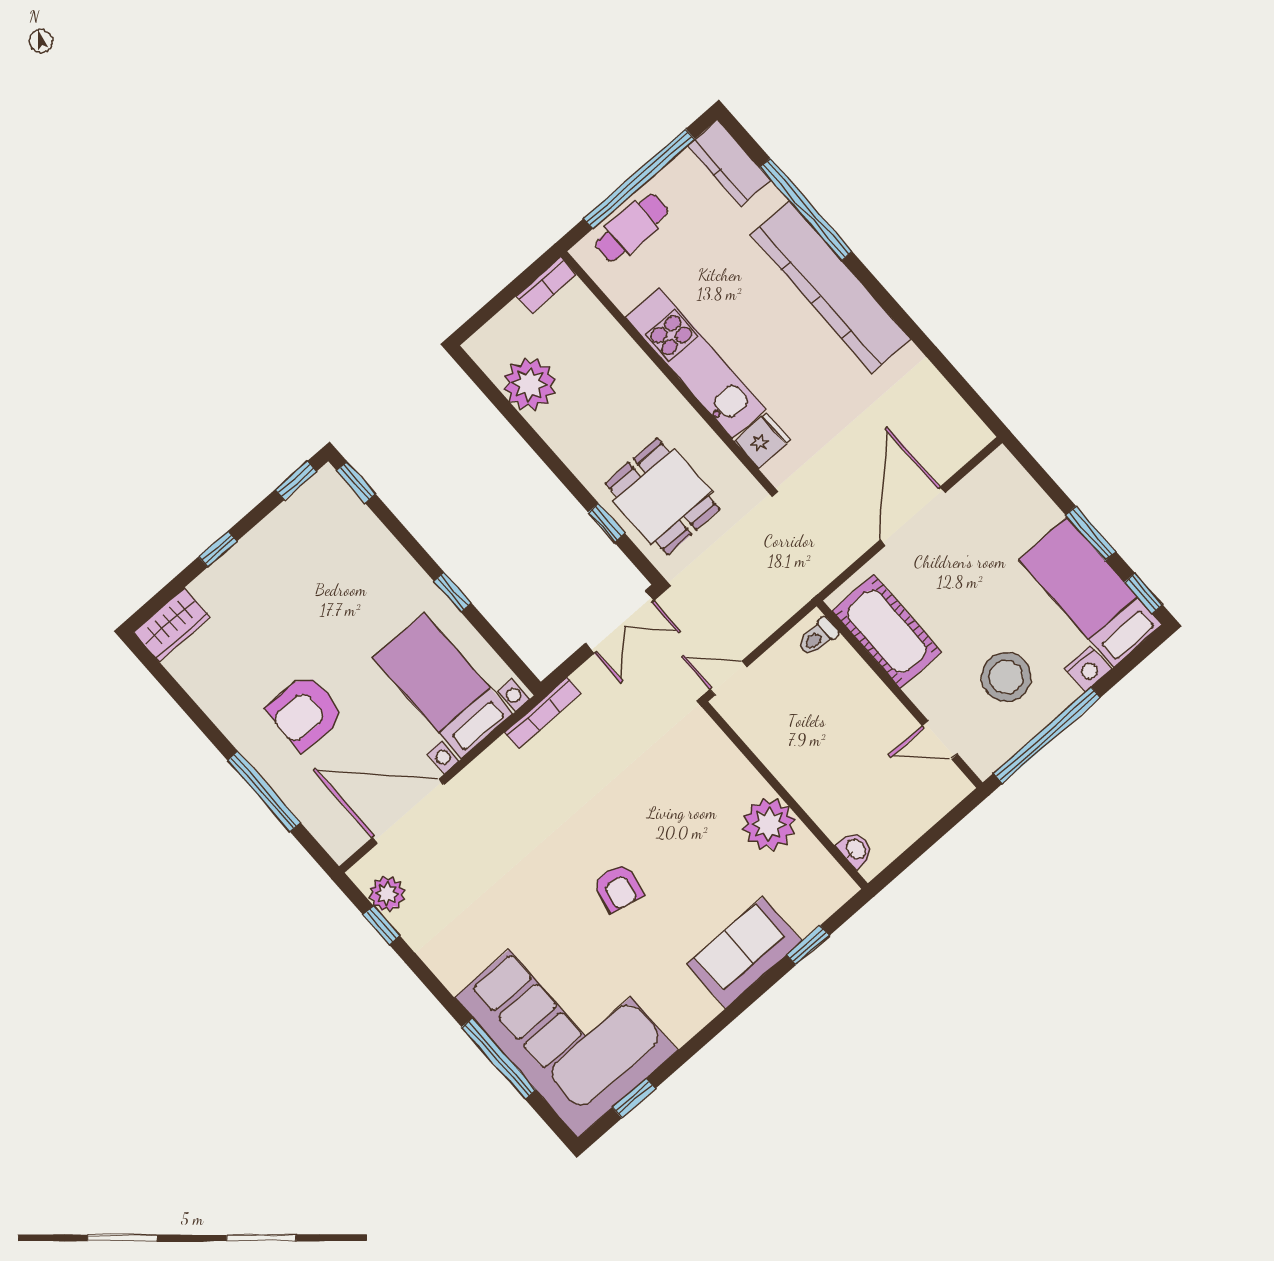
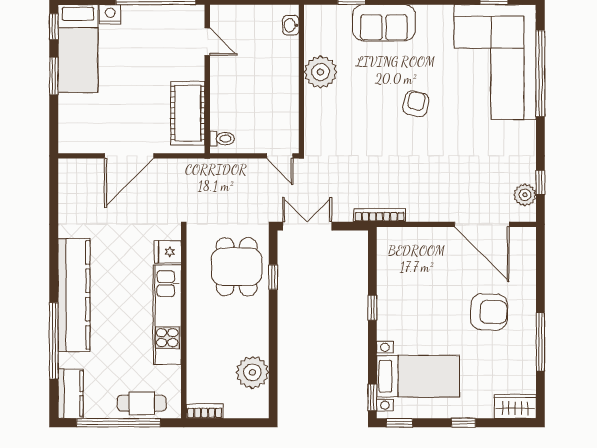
stool: (1006, 677) -> (151, 44), removed
bed with nightstands: (443, 686) -> (418, 376), moved, turned -90
window: (264, 792) -> (540, 342), moved
window: (499, 1059) -> (540, 73), width x1.46

